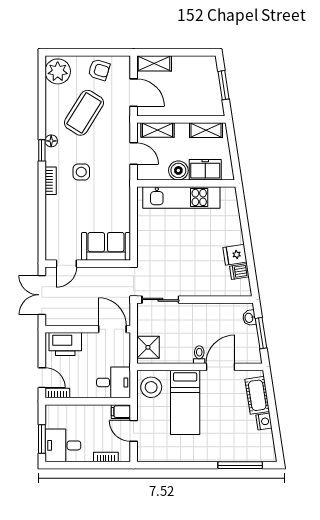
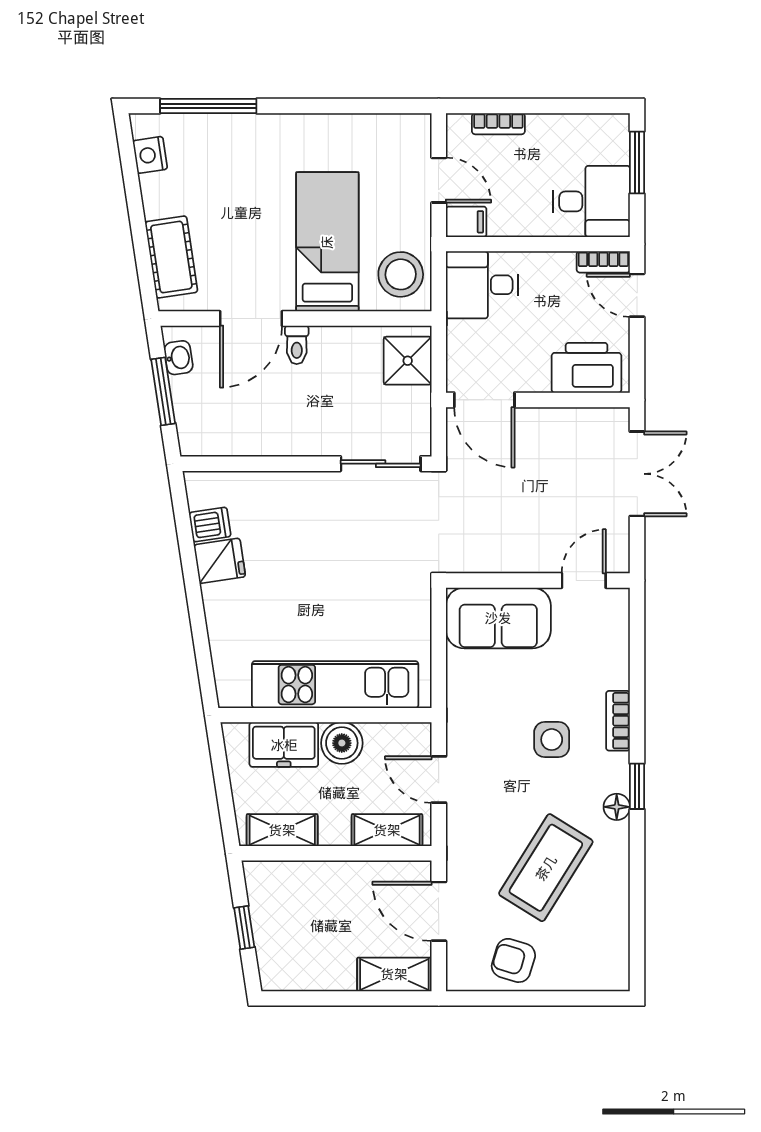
plant: (58, 71) -> (603, 957), removed
window: (223, 85) -> (244, 927), width x0.67
sofa: (106, 246) -> (498, 618), moved
door: (66, 264) -> (584, 581), moved
wall: (88, 264) -> (538, 581), moved
washbasin: (249, 318) -> (179, 358), moved
nightstand: (264, 421) -> (150, 155), moved
desk: (63, 445) -> (592, 201), moved

